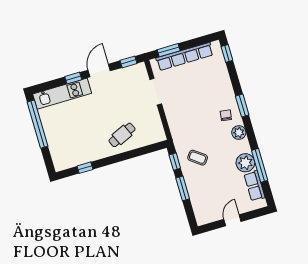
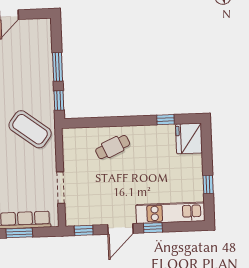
window: (169, 50) -> (19, 233), moved
window: (38, 124) -> (208, 184), width x0.32
fridge: (62, 157) -> (189, 138), added
coffee table: (198, 158) -> (30, 129), moved, width x1.86, depth x1.72

